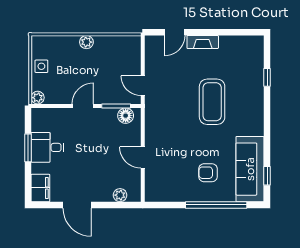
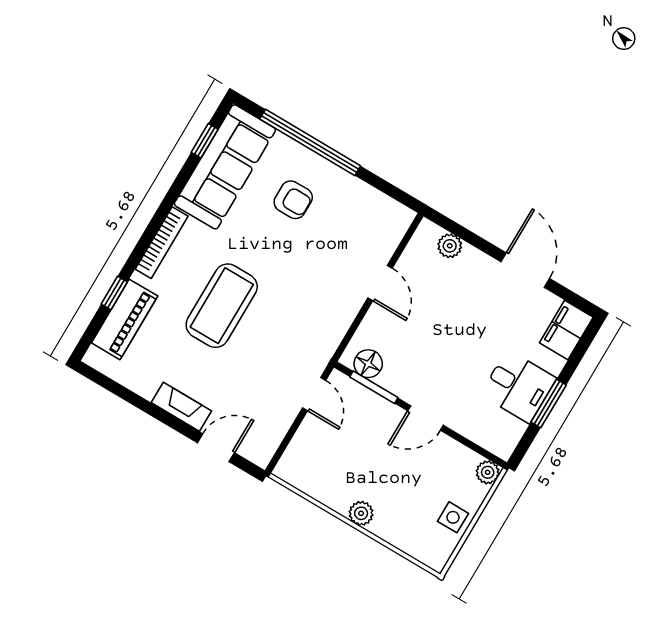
piano: (255, 68) -> (125, 319), added
bookcase: (259, 115) -> (162, 243), added

